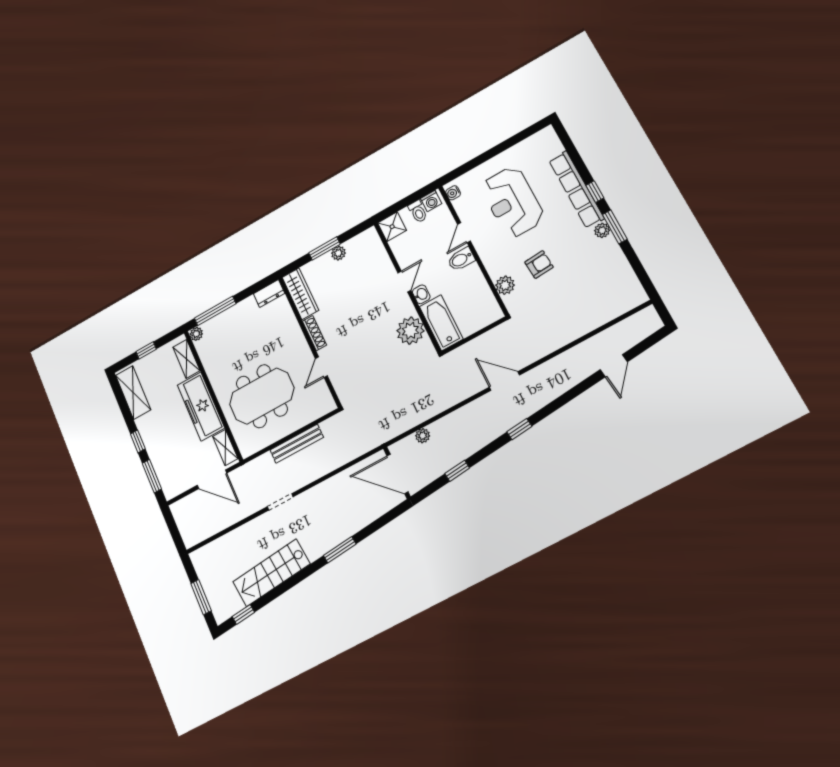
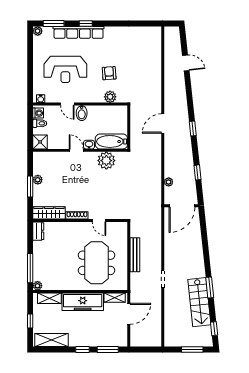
window: (615, 227) -> (54, 24), moved
plant: (602, 230) -> (38, 31), moved
window: (340, 550) -> (210, 288), moved

